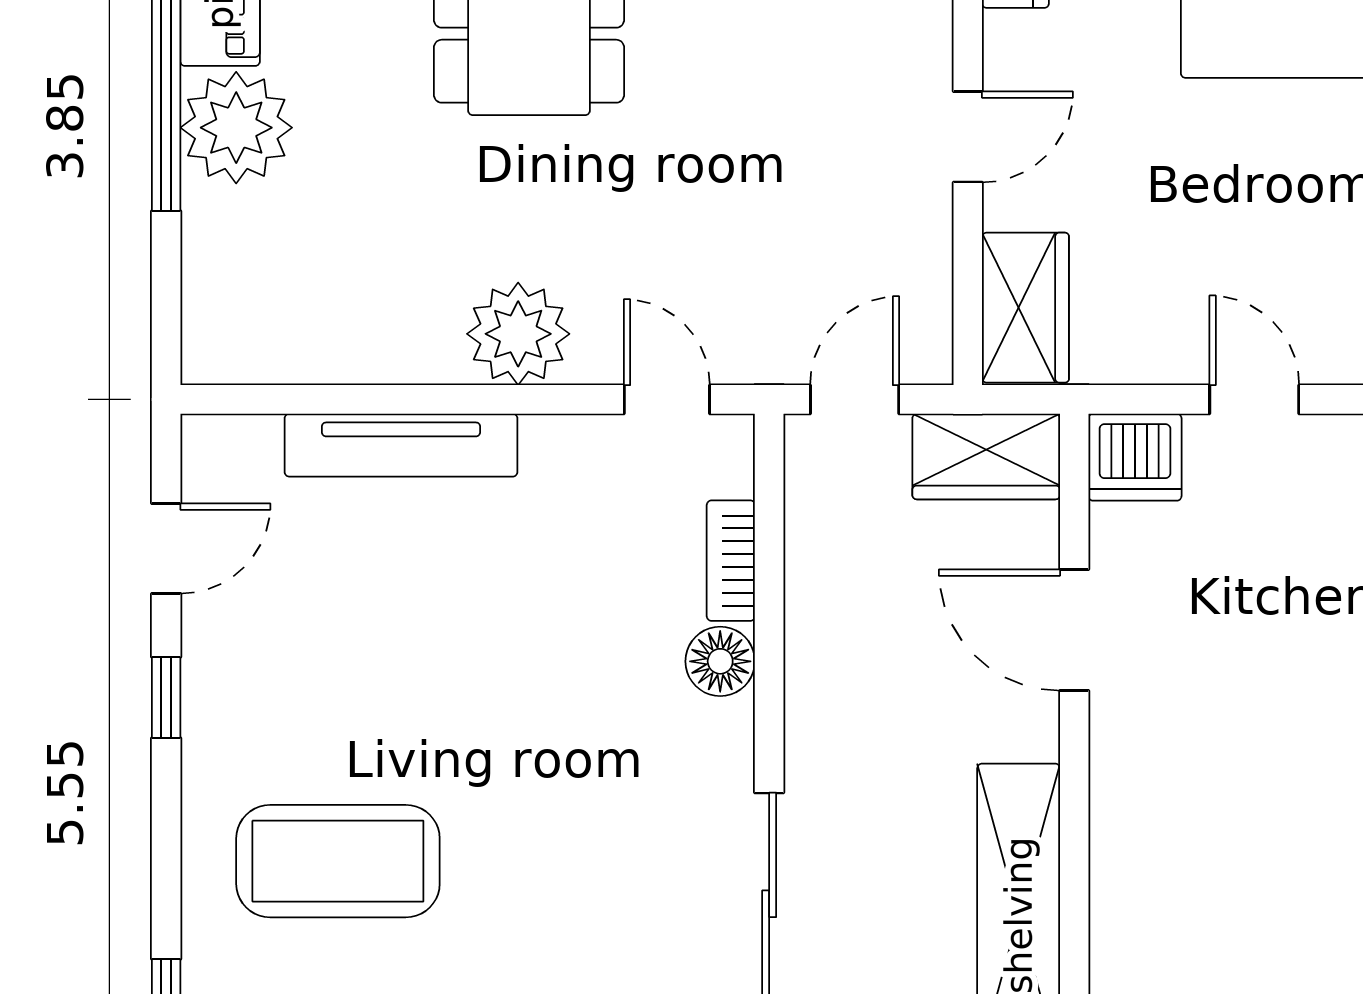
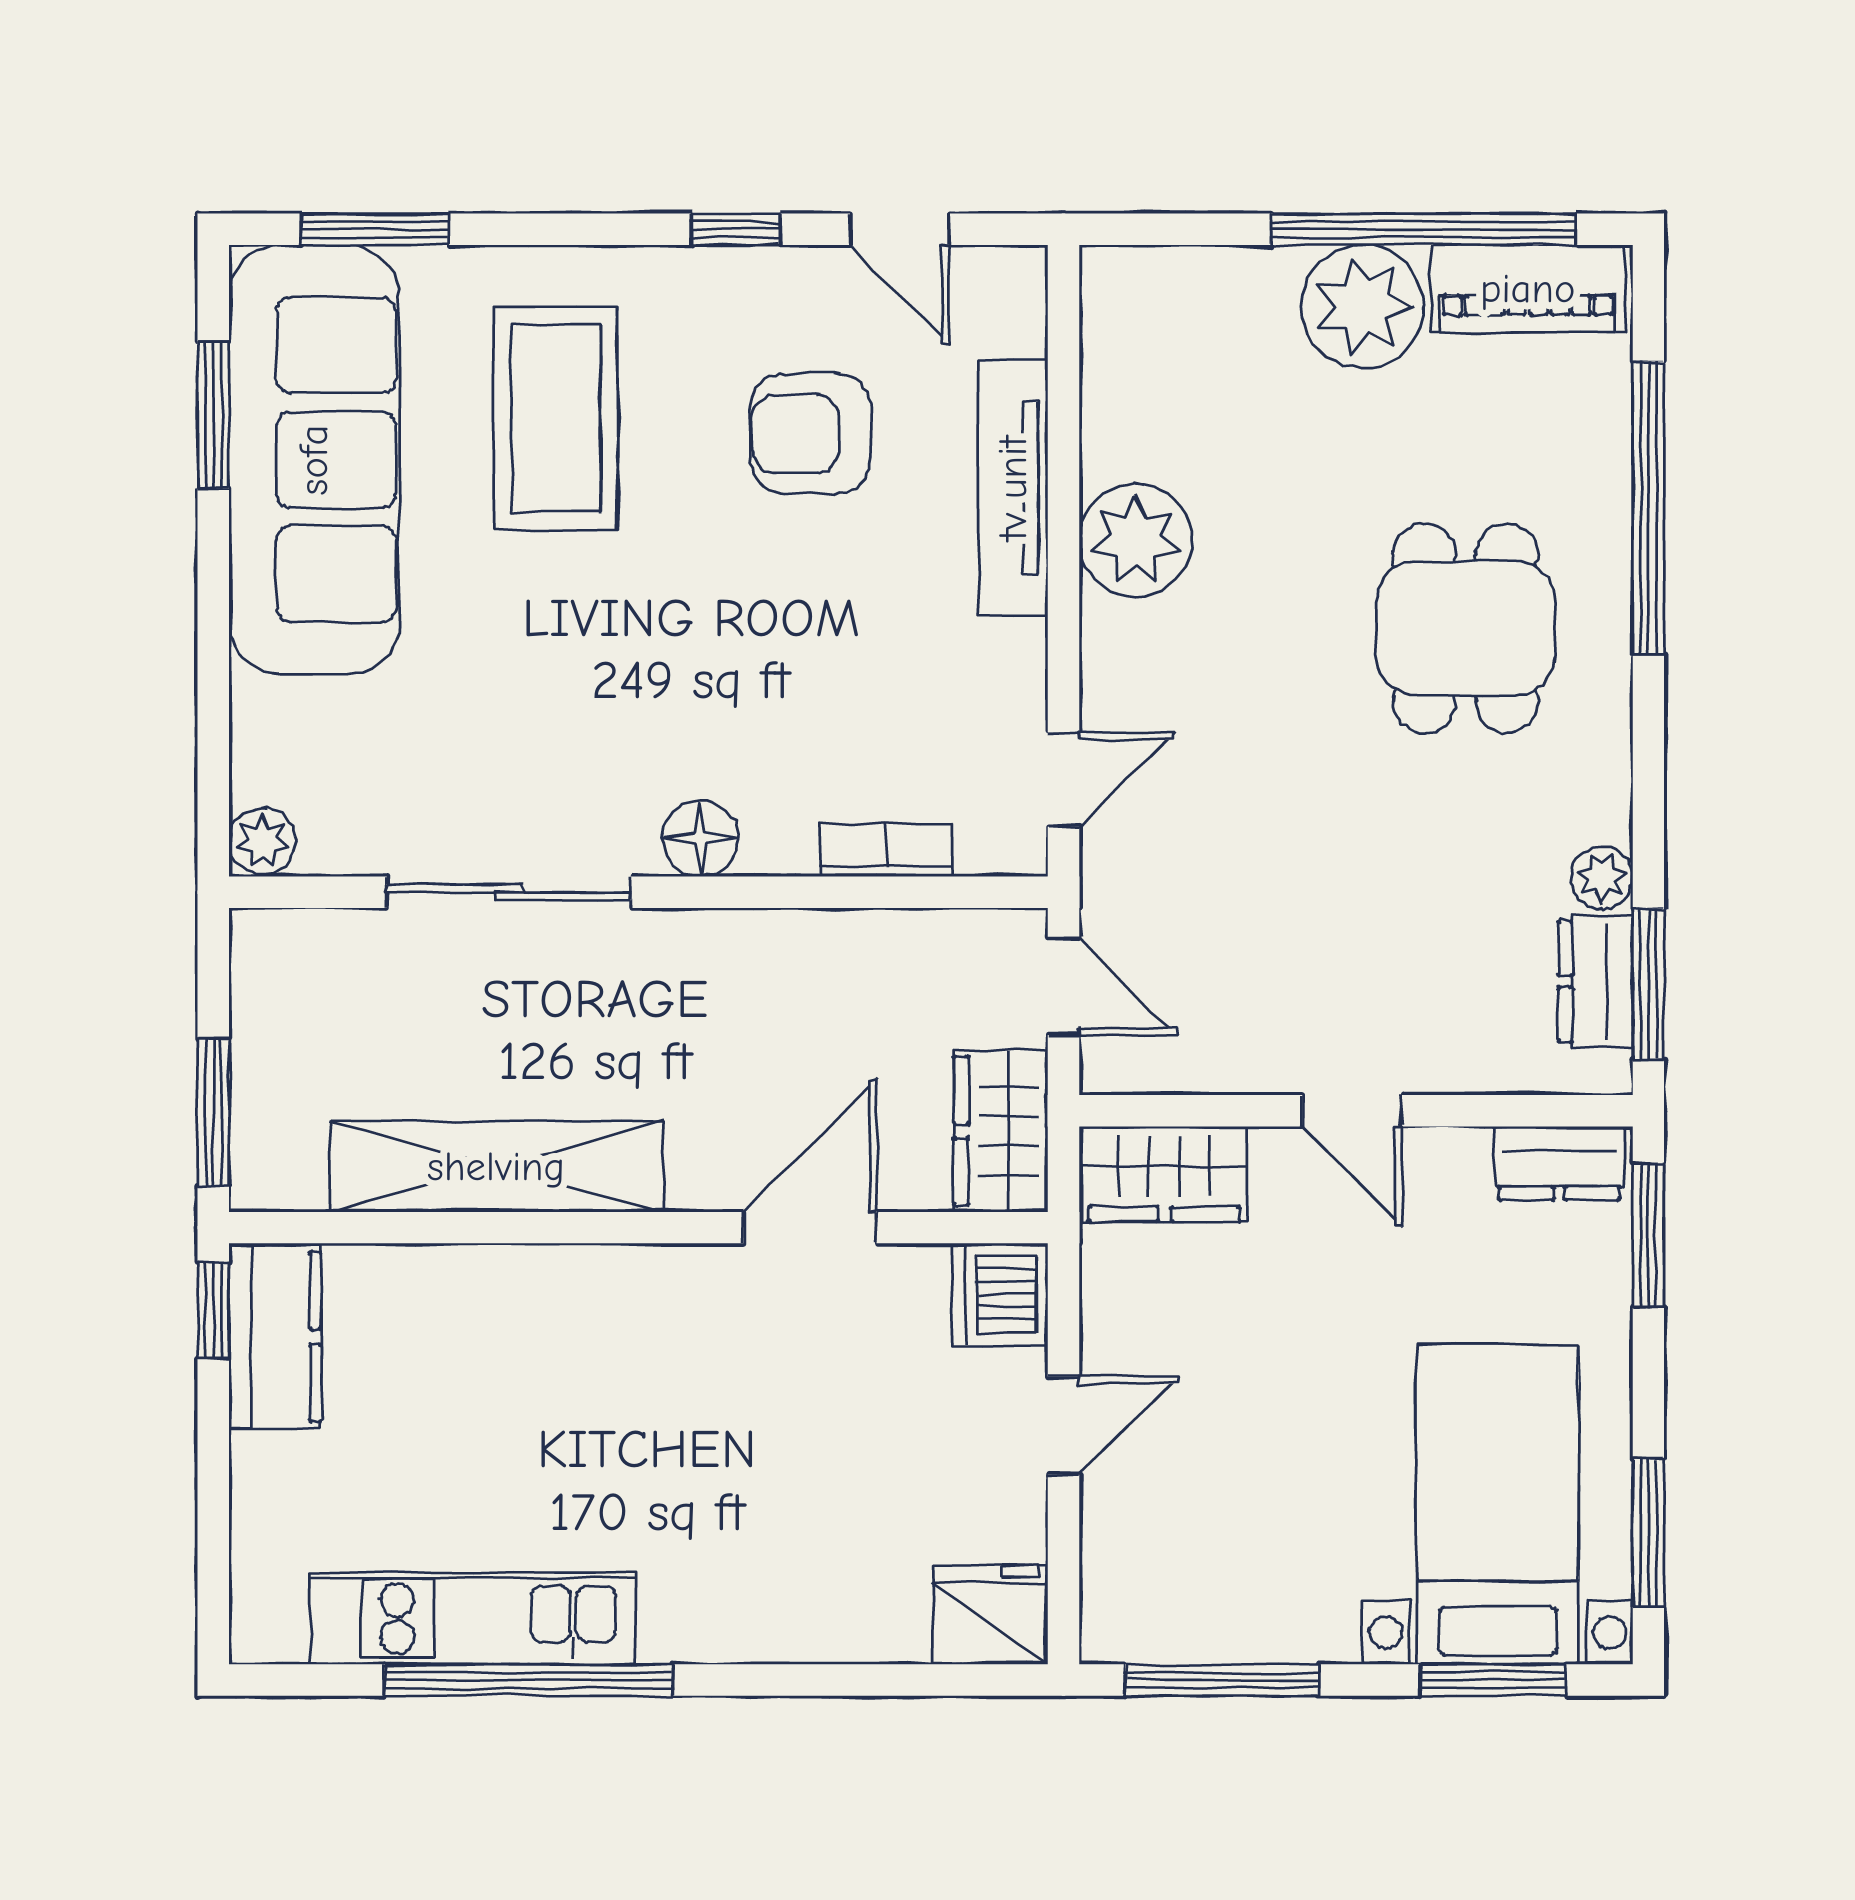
plant: (518, 334) -> (1136, 540), moved
armchair: (352, 630) -> (810, 433), added
floor lamp: (720, 661) -> (701, 838), moved

